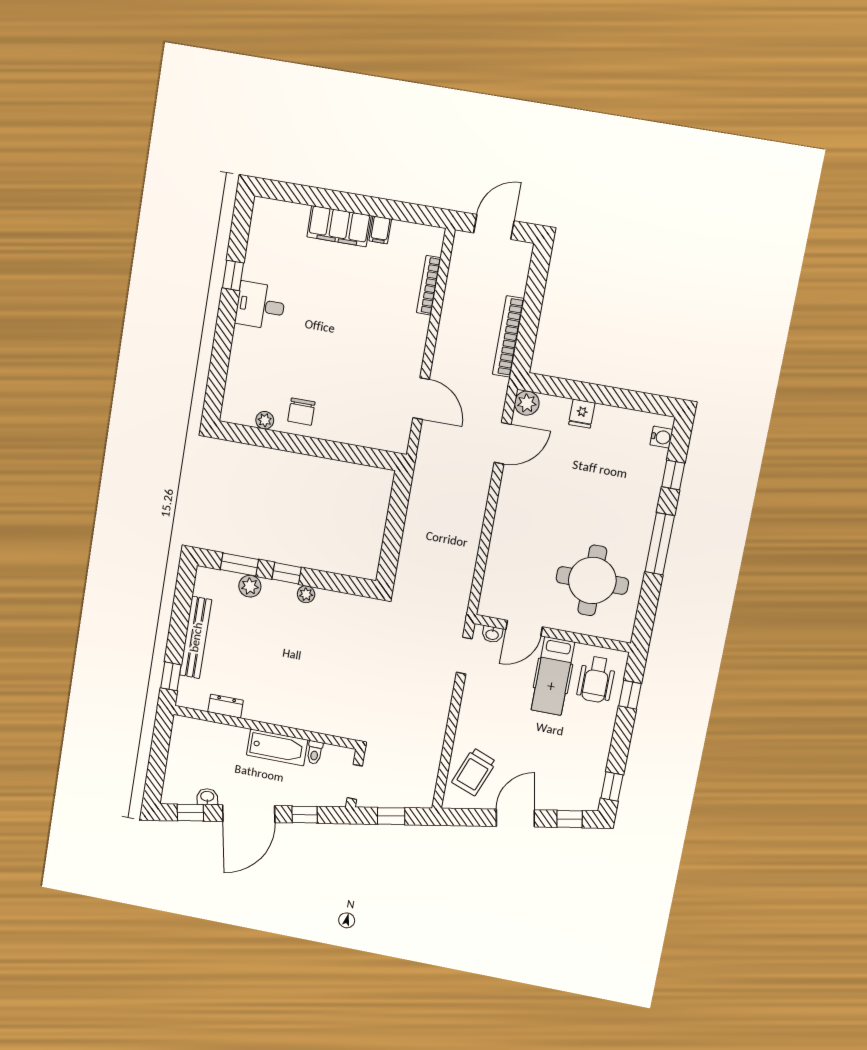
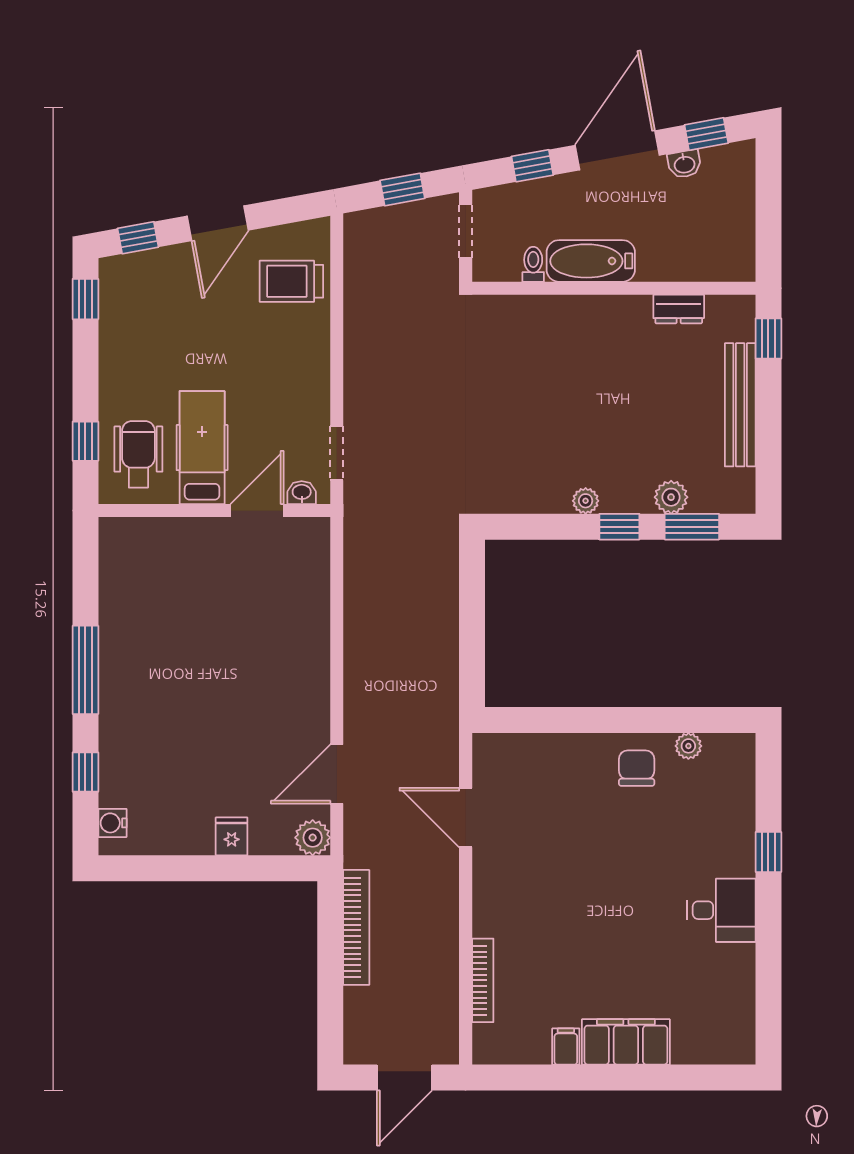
window: (233, 275) -> (768, 852), moved
round table: (592, 580) -> (171, 599), removed
trolley: (474, 772) -> (291, 281), turned -111

